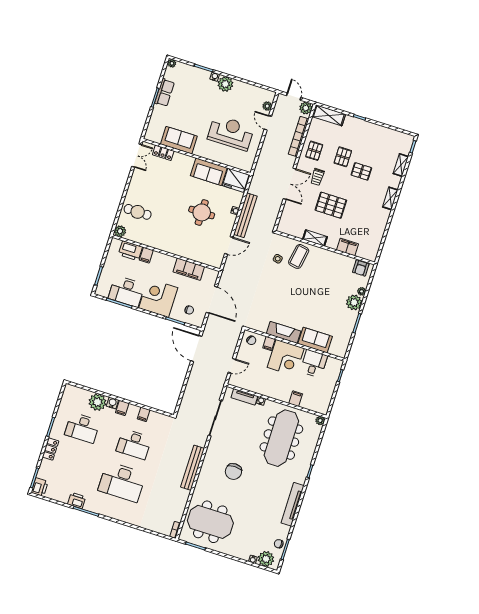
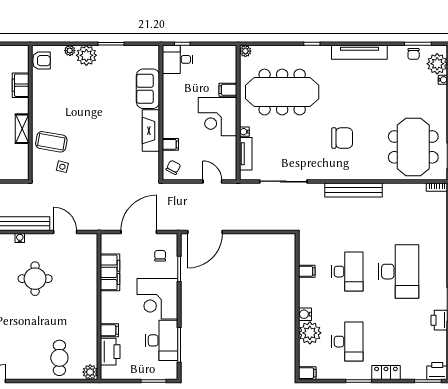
corner desk: (286, 358) -> (218, 117), moved, turned 180
desk: (314, 364) -> (178, 59), moved
filing cabinet: (122, 408) -> (307, 373), moved

